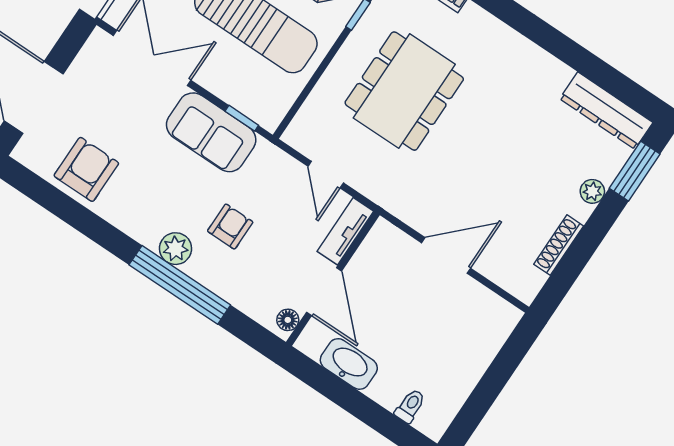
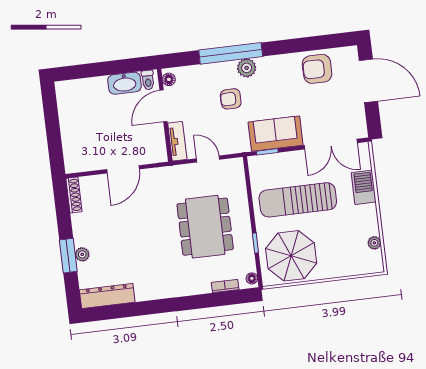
armchair: (86, 169) -> (317, 69), turned 90
window: (635, 171) -> (68, 256), moved
armchair: (230, 227) -> (231, 99), turned 90
shoe rack: (559, 245) -> (74, 195), moved
door: (324, 292) -> (164, 106), hinge flipped
toilet: (410, 406) -> (148, 80), moved

